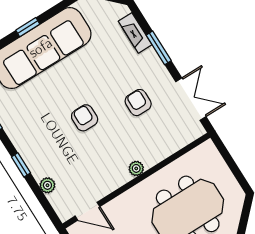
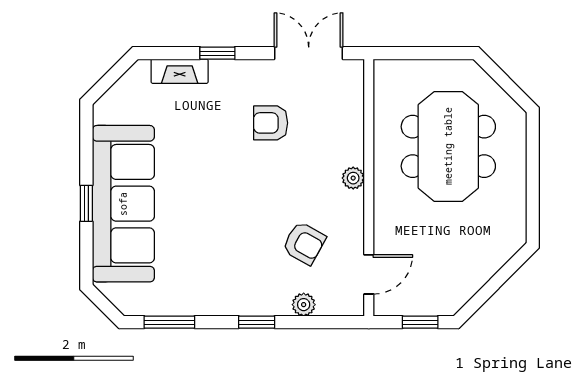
window: (159, 48) -> (217, 53), width x0.67
armchair: (85, 118) -> (304, 243), moved, turned -151

